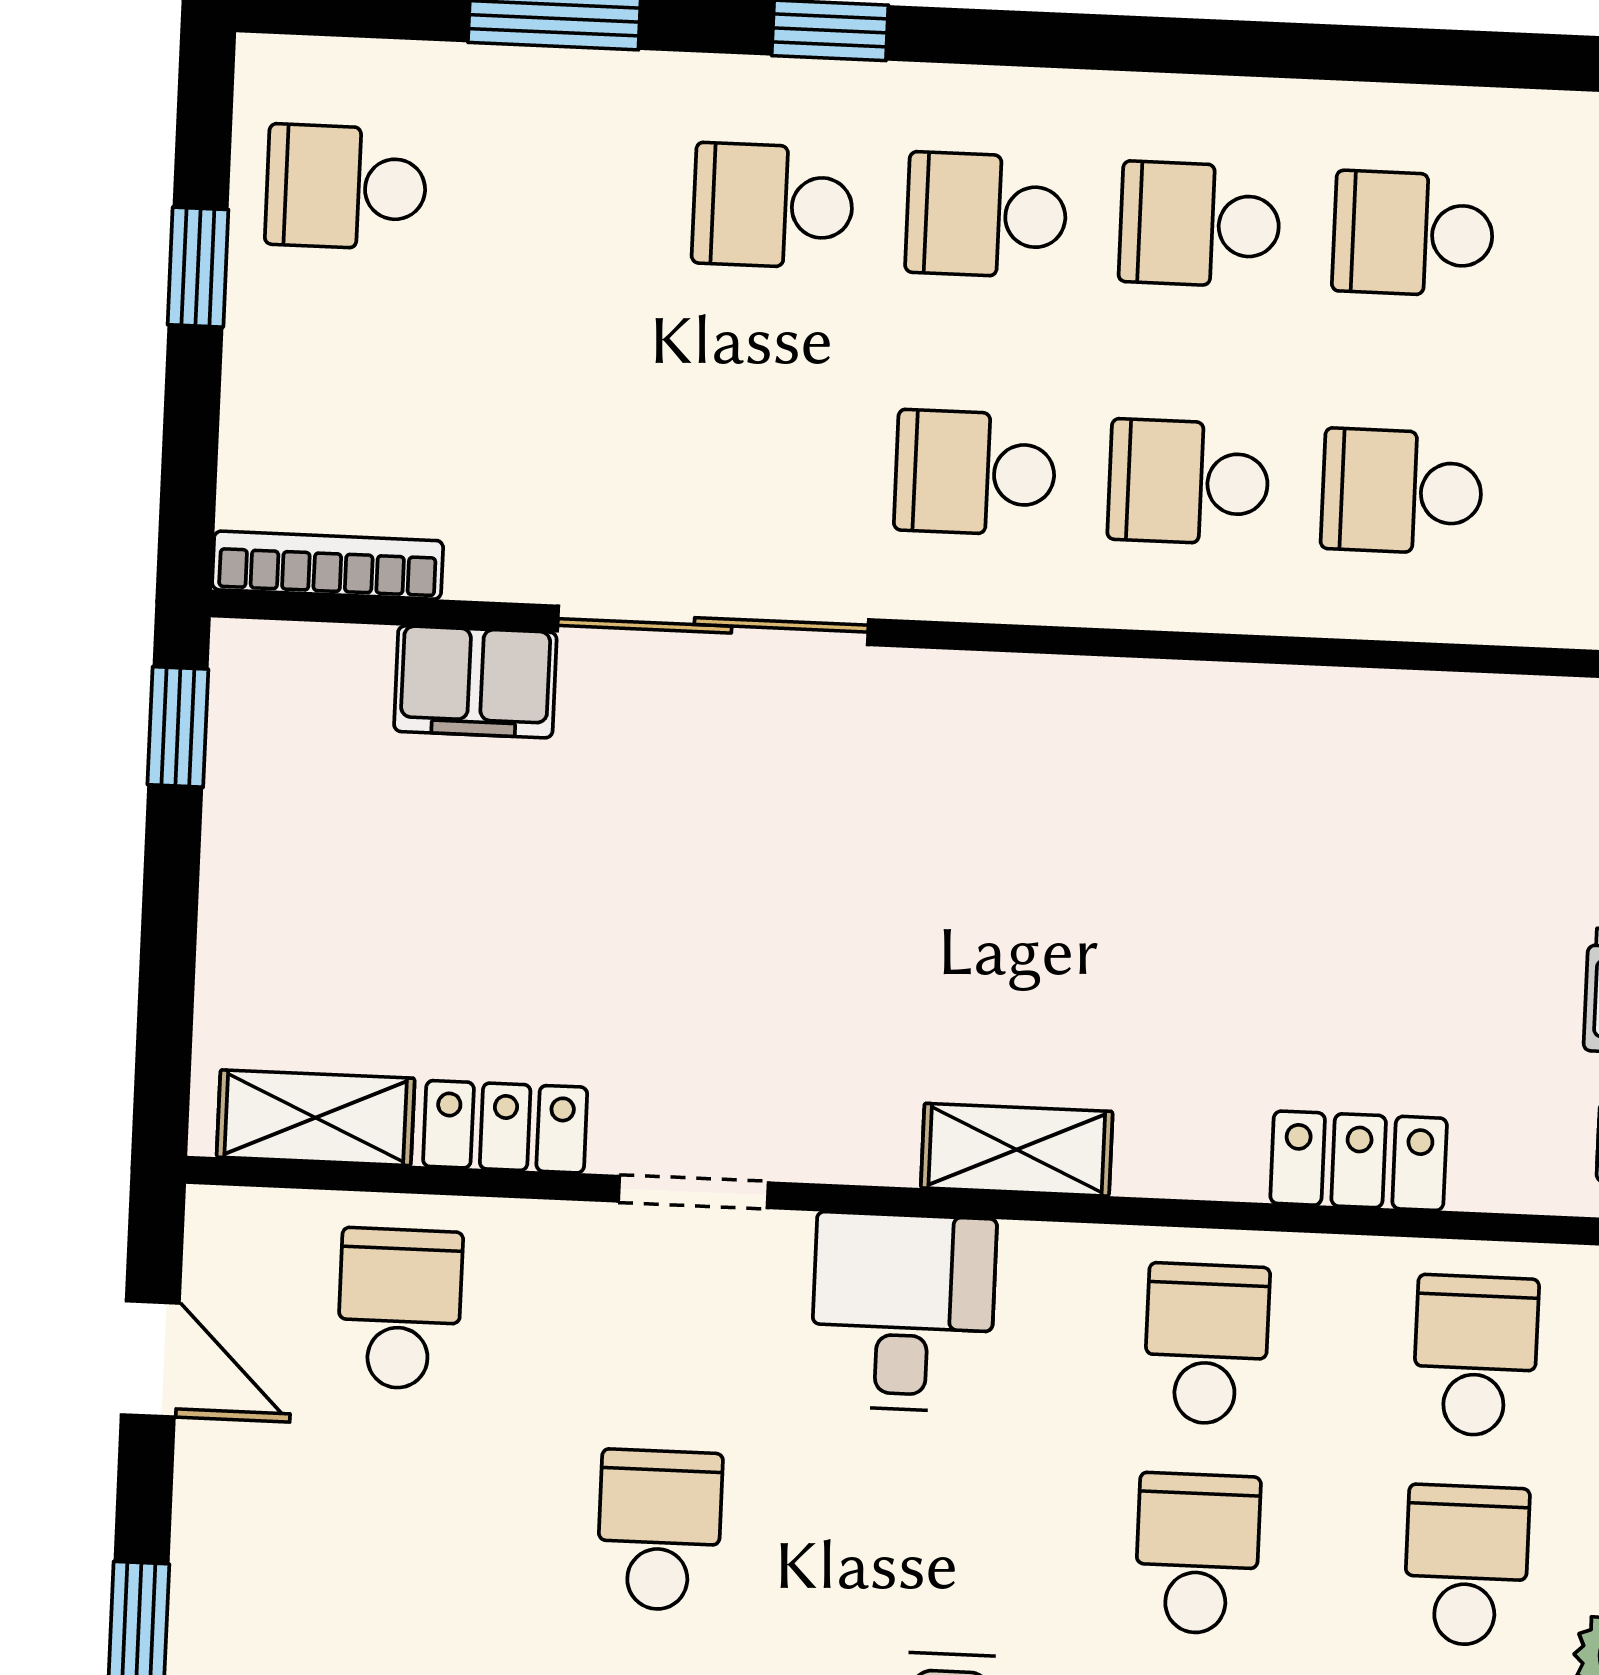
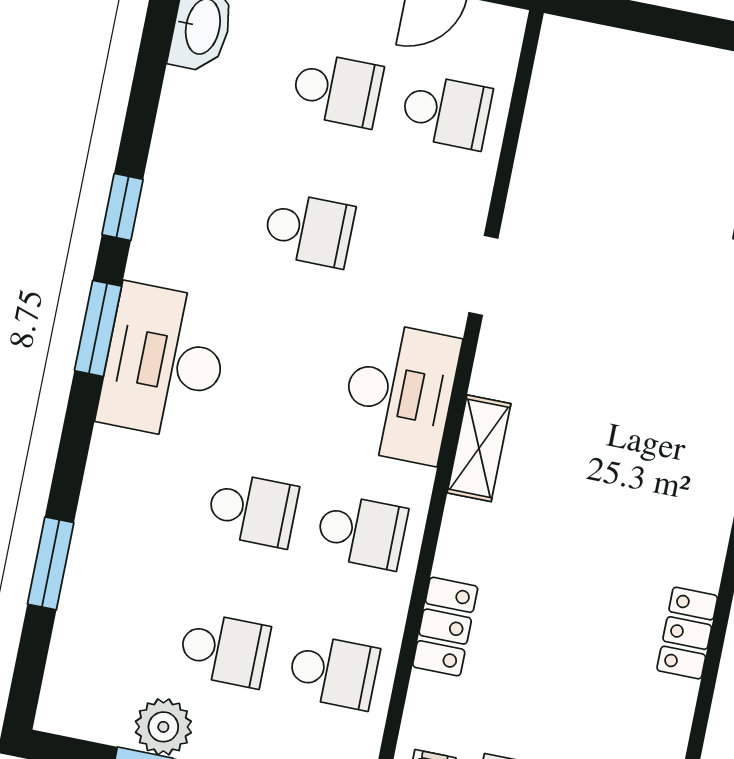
shelving: (316, 1118) -> (553, 84), removed
locker: (505, 1127) -> (687, 633), moved, turned 180
desk: (903, 1312) -> (400, 393), width x1.37
school desk: (390, 1518) -> (337, 90), added

